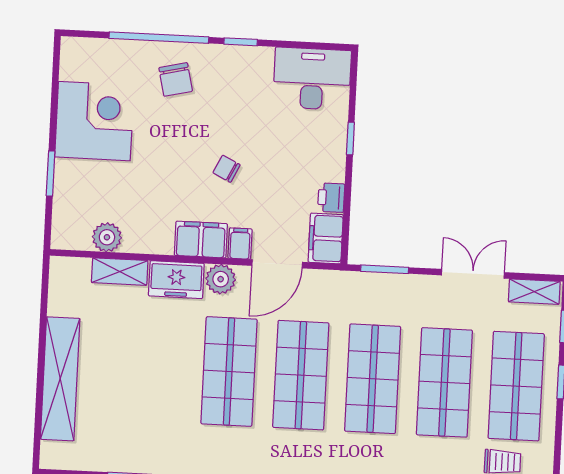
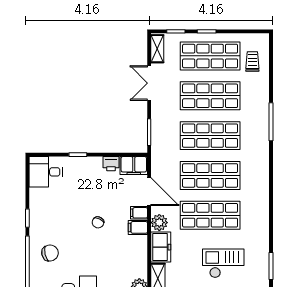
desk: (312, 79) -> (46, 172), width x0.73
filing cabinet: (201, 240) -> (138, 227), width x0.50
checkout: (141, 391) -> (223, 263), added

